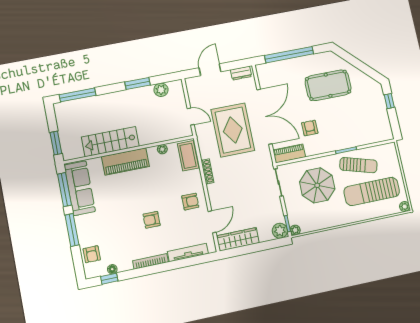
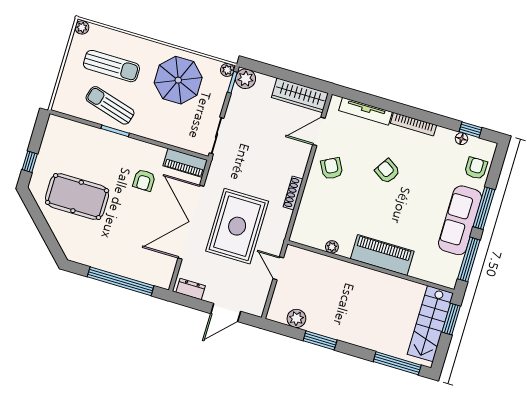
pool table: (328, 85) -> (77, 197), moved
stairs: (110, 142) -> (430, 324), moved, turned 90
coffee table: (188, 156) -> (306, 223), removed
parasol: (317, 185) -> (178, 80), moved
sofa: (80, 188) -> (460, 220), moved
sun lounger: (372, 191) -> (111, 66), width x0.73, depth x0.75
armchair: (190, 202) -> (332, 168), turned 62
armchair: (152, 220) -> (387, 171), turned -147

